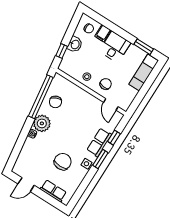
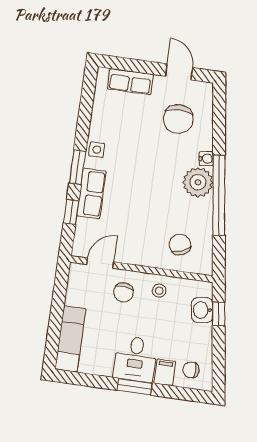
washbasin: (75, 44) -> (202, 310), moved
window: (144, 47) -> (135, 387), moved
window: (41, 97) -> (219, 195), moved
chair: (55, 102) -> (180, 245), moved
door: (111, 104) -> (100, 263), hinge flipped
chair: (63, 162) -> (178, 119), moved
door: (26, 185) -> (179, 72), hinge flipped

